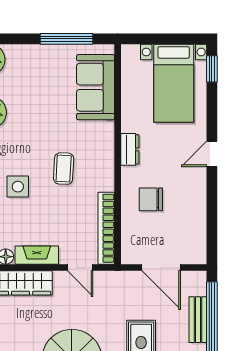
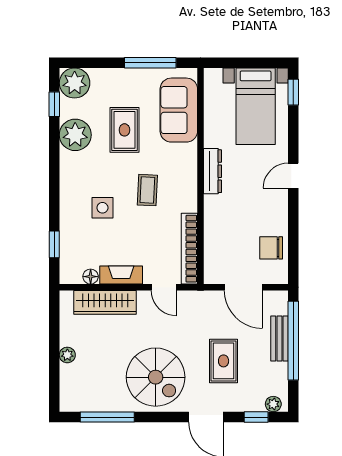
rug: (40, 107) -> (124, 130), added
dresser: (130, 149) -> (212, 171), width x1.44
chair: (151, 199) -> (271, 248), moved

